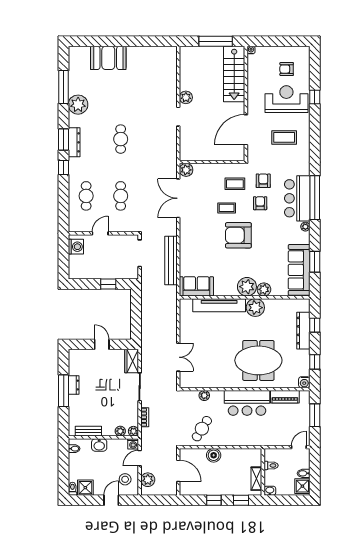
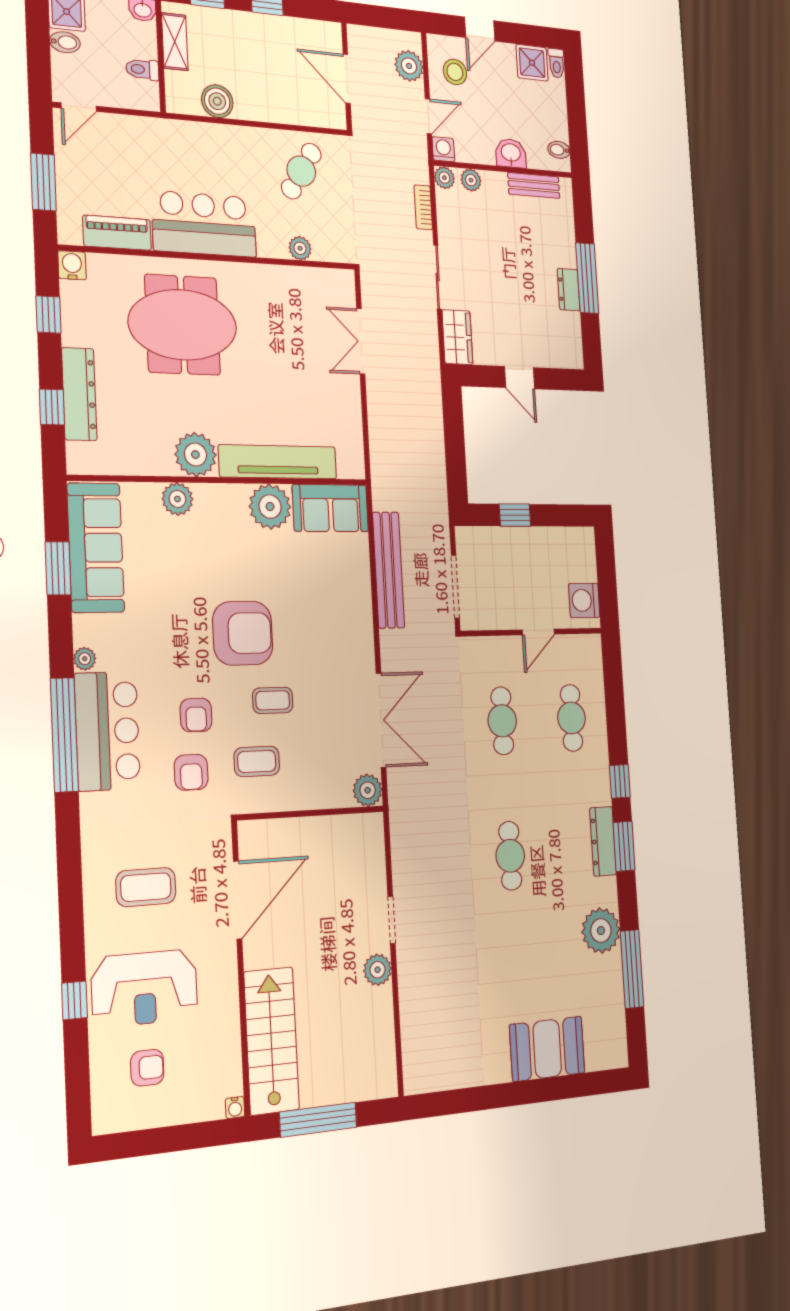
plant: (247, 287) -> (270, 507), moved
boiler: (214, 455) -> (217, 101), moved

